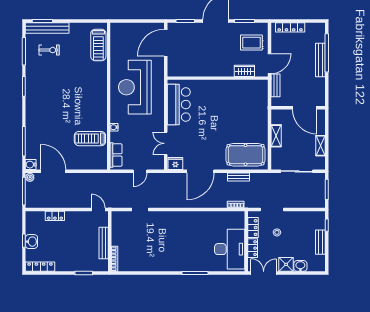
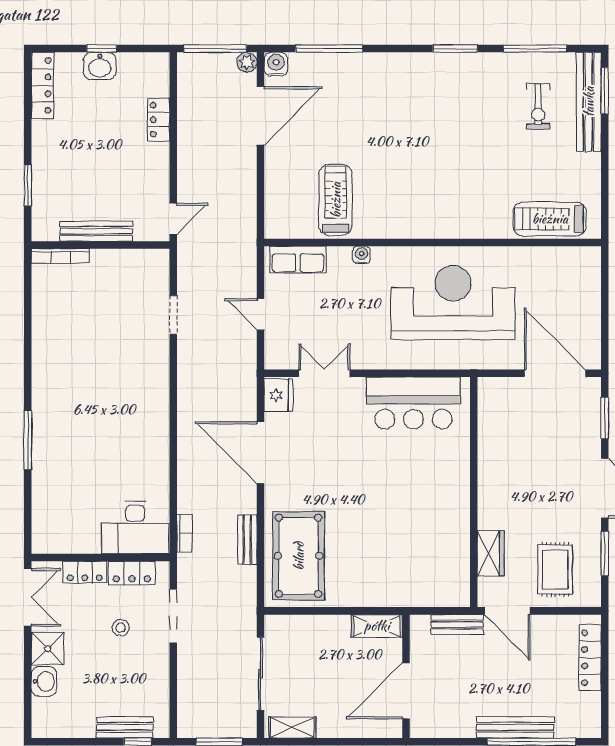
shelving: (276, 136) -> (377, 626), moved
shelving: (321, 146) -> (292, 728), moved
bench: (320, 242) -> (125, 727), moved
desk: (230, 249) -> (135, 528), moved, width x0.73, depth x0.77

